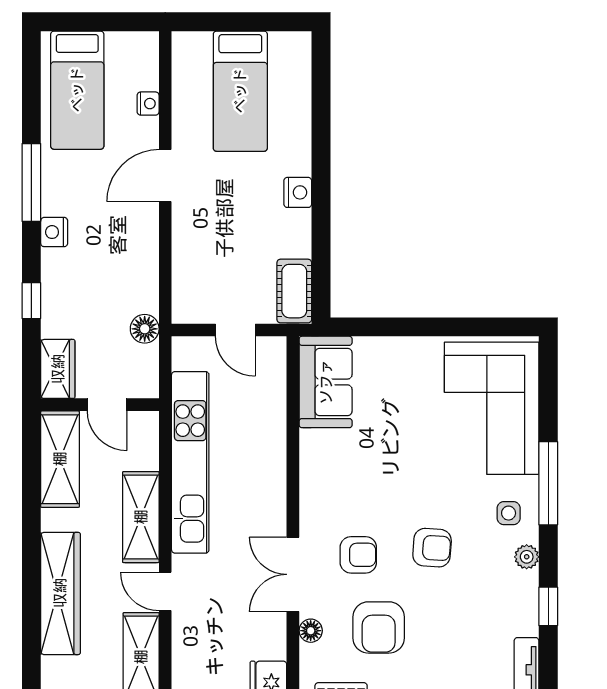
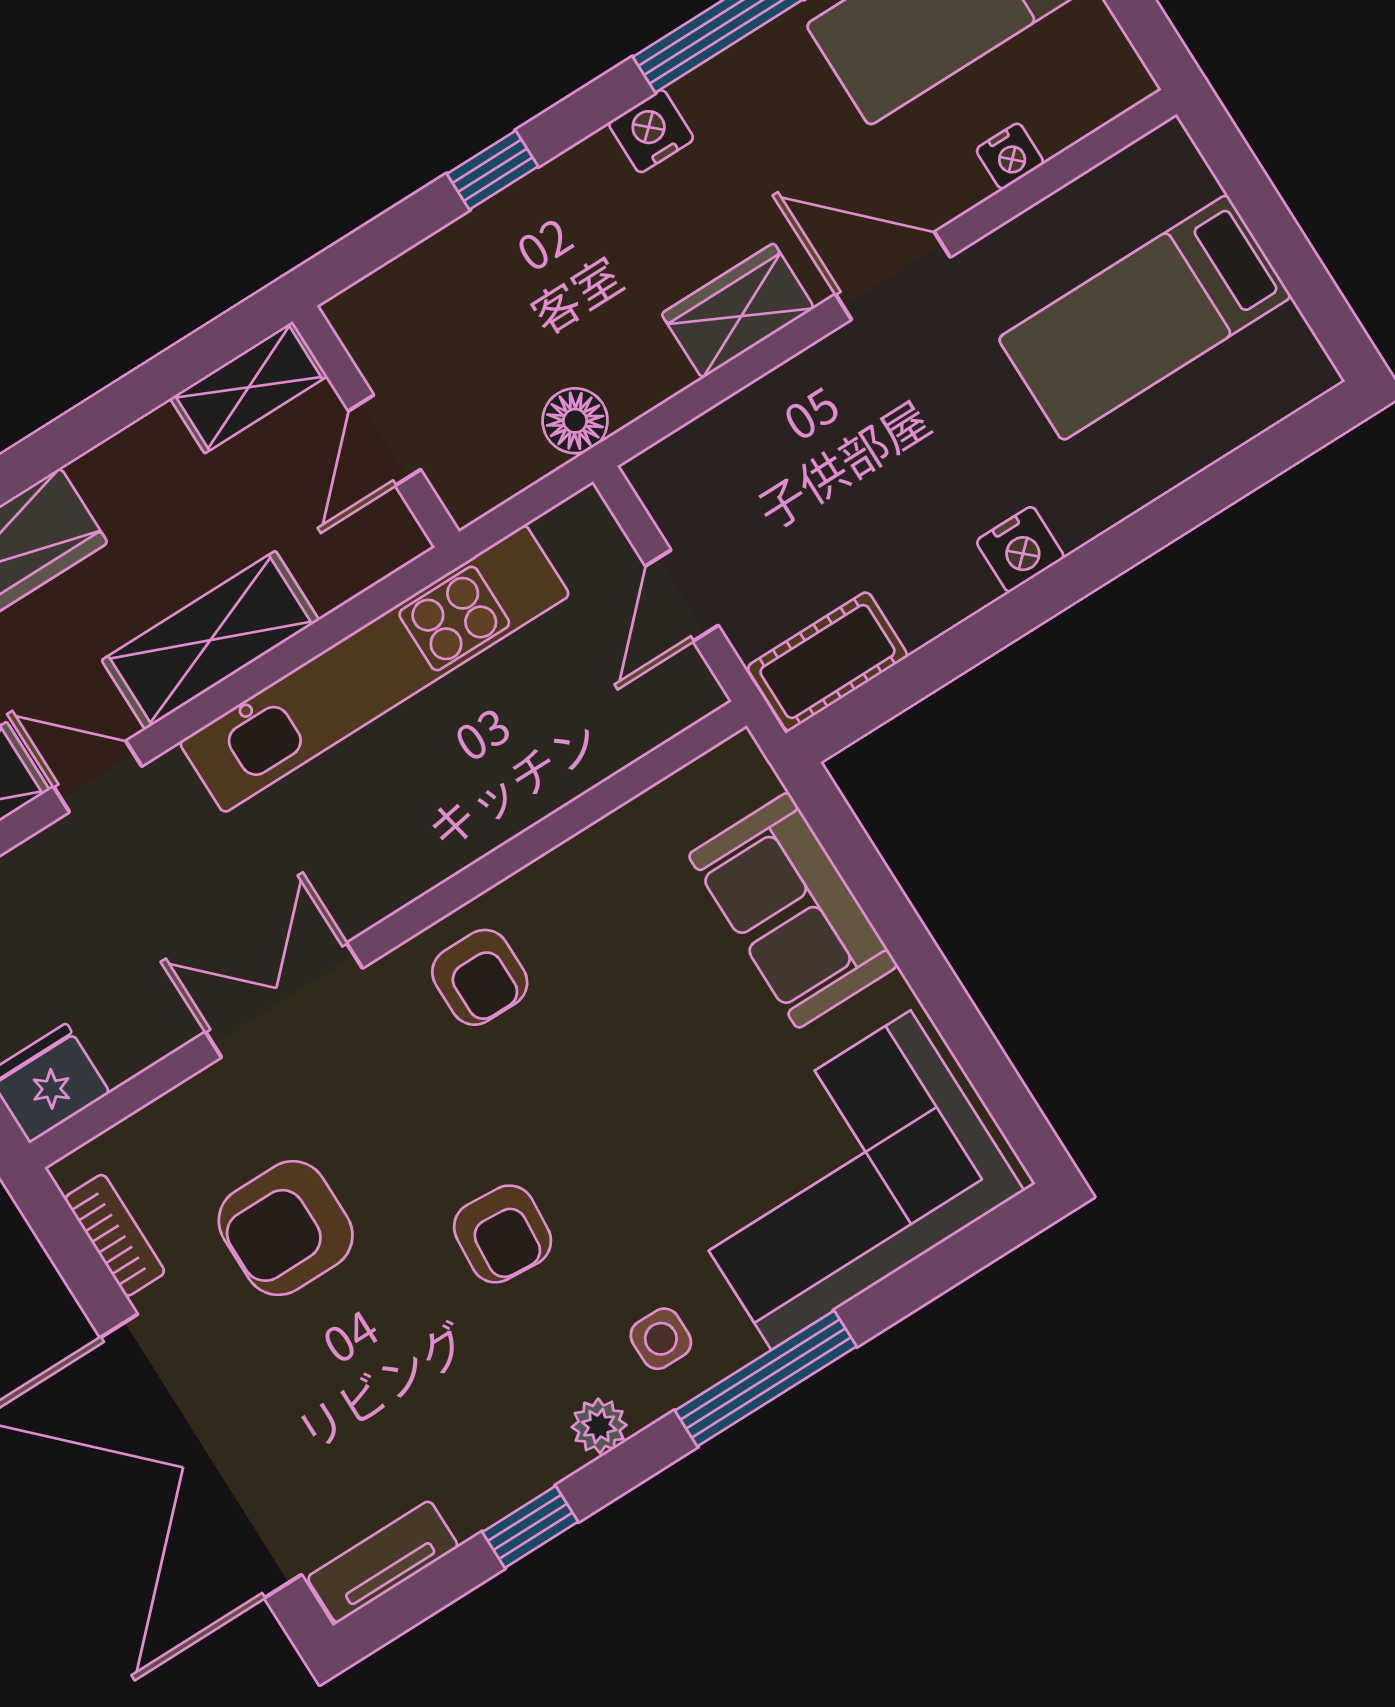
wardrobe: (58, 369) -> (738, 311), moved, turned 180
sofa: (326, 382) -> (793, 910), moved, turned 90
shelving: (60, 459) -> (249, 387), width x0.67, depth x0.75
armchair: (358, 555) -> (480, 977), moved
door: (165, 591) -> (98, 776), hinge flipped
floor lamp: (311, 631) -> (198, 1102), removed

